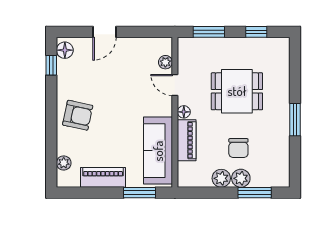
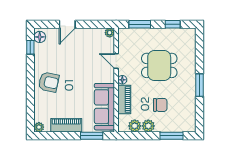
plant: (165, 62) -> (110, 33), moved
chair: (238, 148) -> (160, 105), turned -90
plant: (64, 163) -> (39, 127), moved
plant: (241, 178) -> (135, 126), moved

